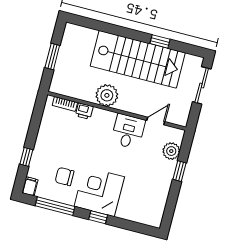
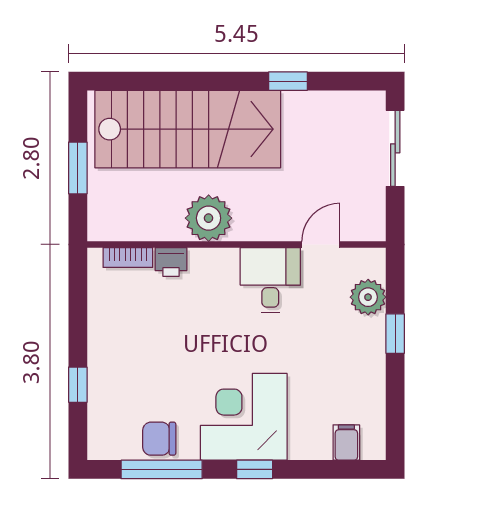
stairs: (138, 59) -> (188, 129), moved
chair: (65, 177) -> (159, 439), moved
filing cabinet: (30, 186) -> (346, 442), moved

